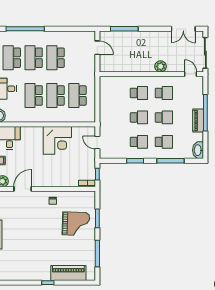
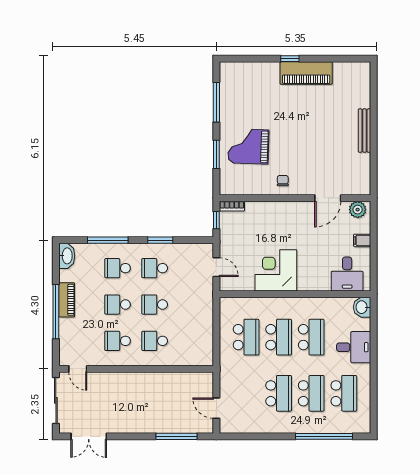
double door: (183, 29) -> (89, 436), swing flipped
plant: (161, 66) -> (122, 380), removed
piano: (68, 273) -> (306, 73), moved

